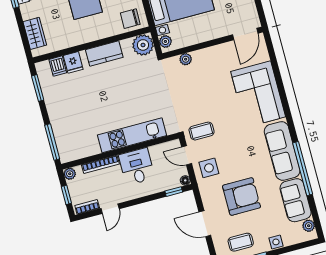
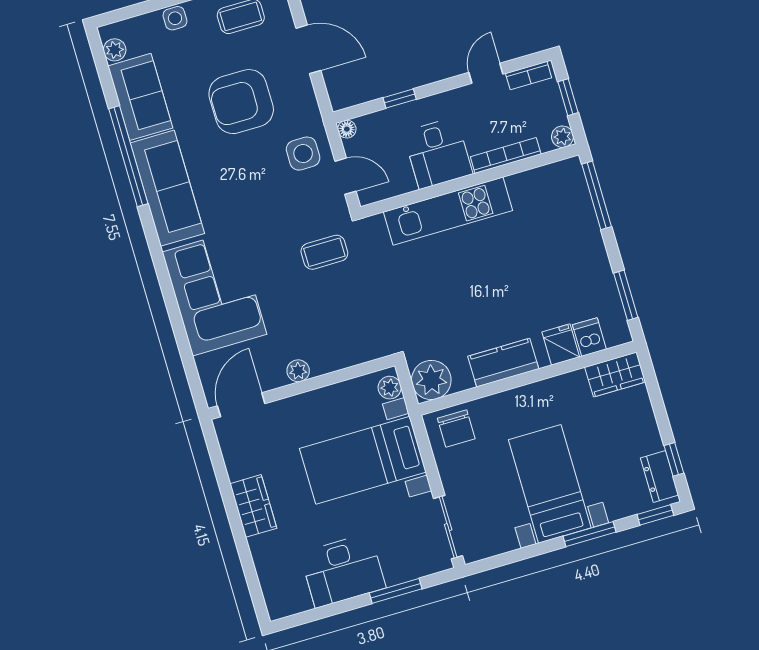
chair: (130, 19) -> (456, 428), turned 90
wardrobe: (35, 33) -> (615, 375), moved, turned -90
plant: (186, 59) -> (298, 371), moved
coffee table: (202, 131) -> (324, 252), moved
window: (174, 192) -> (400, 99), moved

